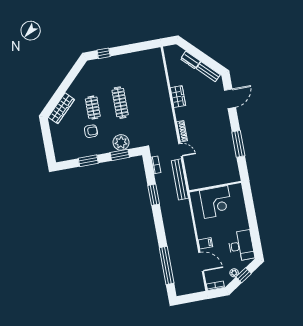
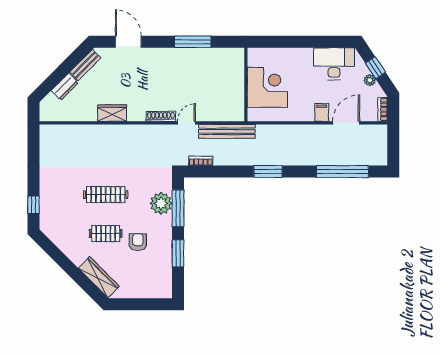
window: (120, 155) -> (178, 208), width x1.44
window: (154, 195) -> (268, 172), moved

